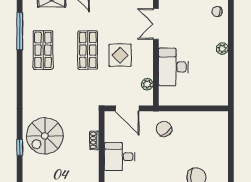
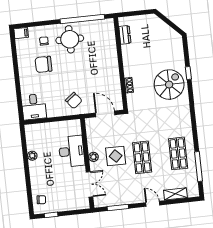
plant: (222, 49) -> (32, 156), moved
plant: (147, 84) -> (94, 157), moved
desk: (120, 157) -> (34, 107), moved, turned 90

